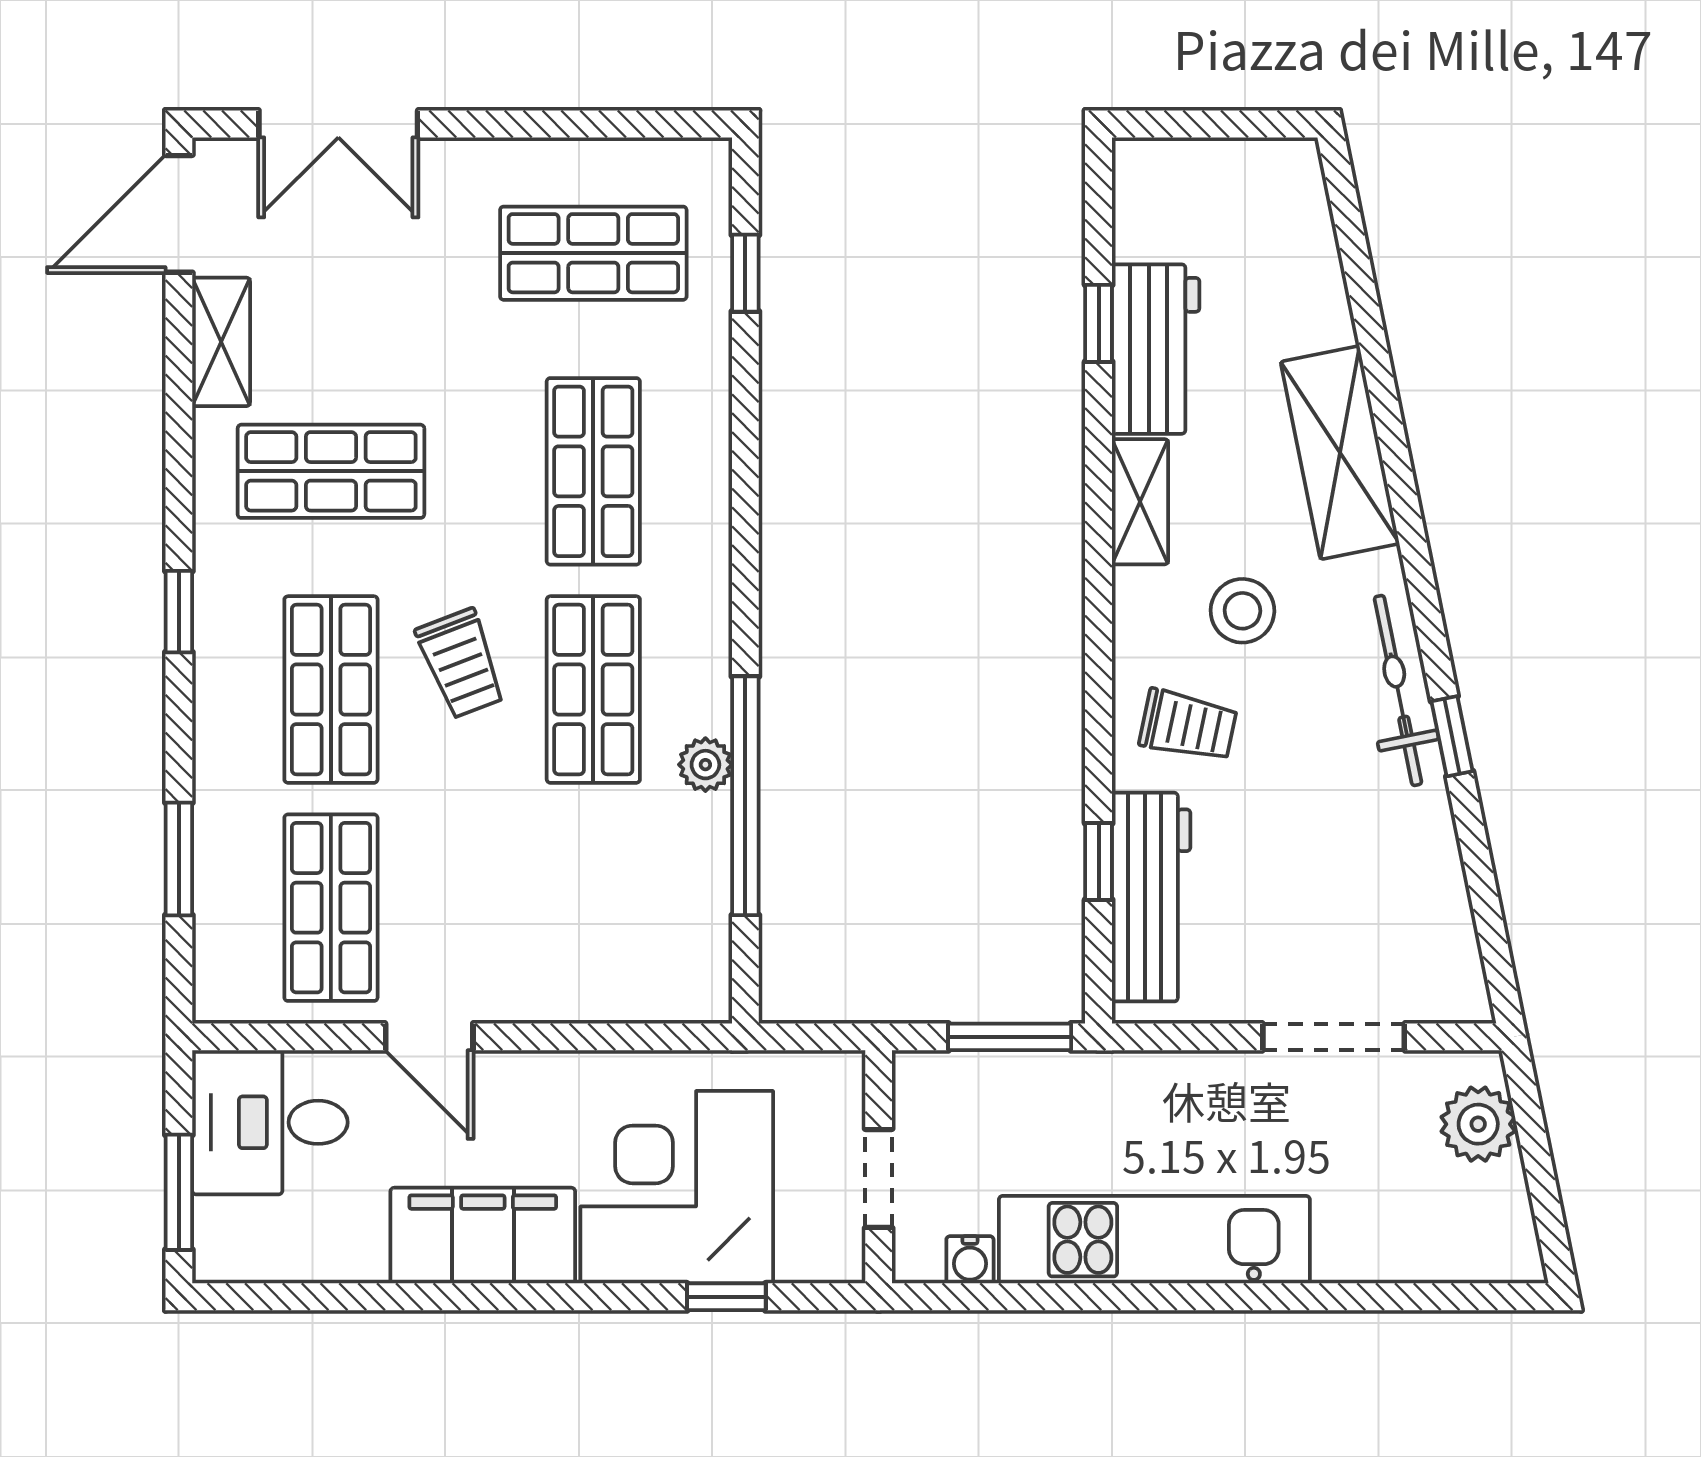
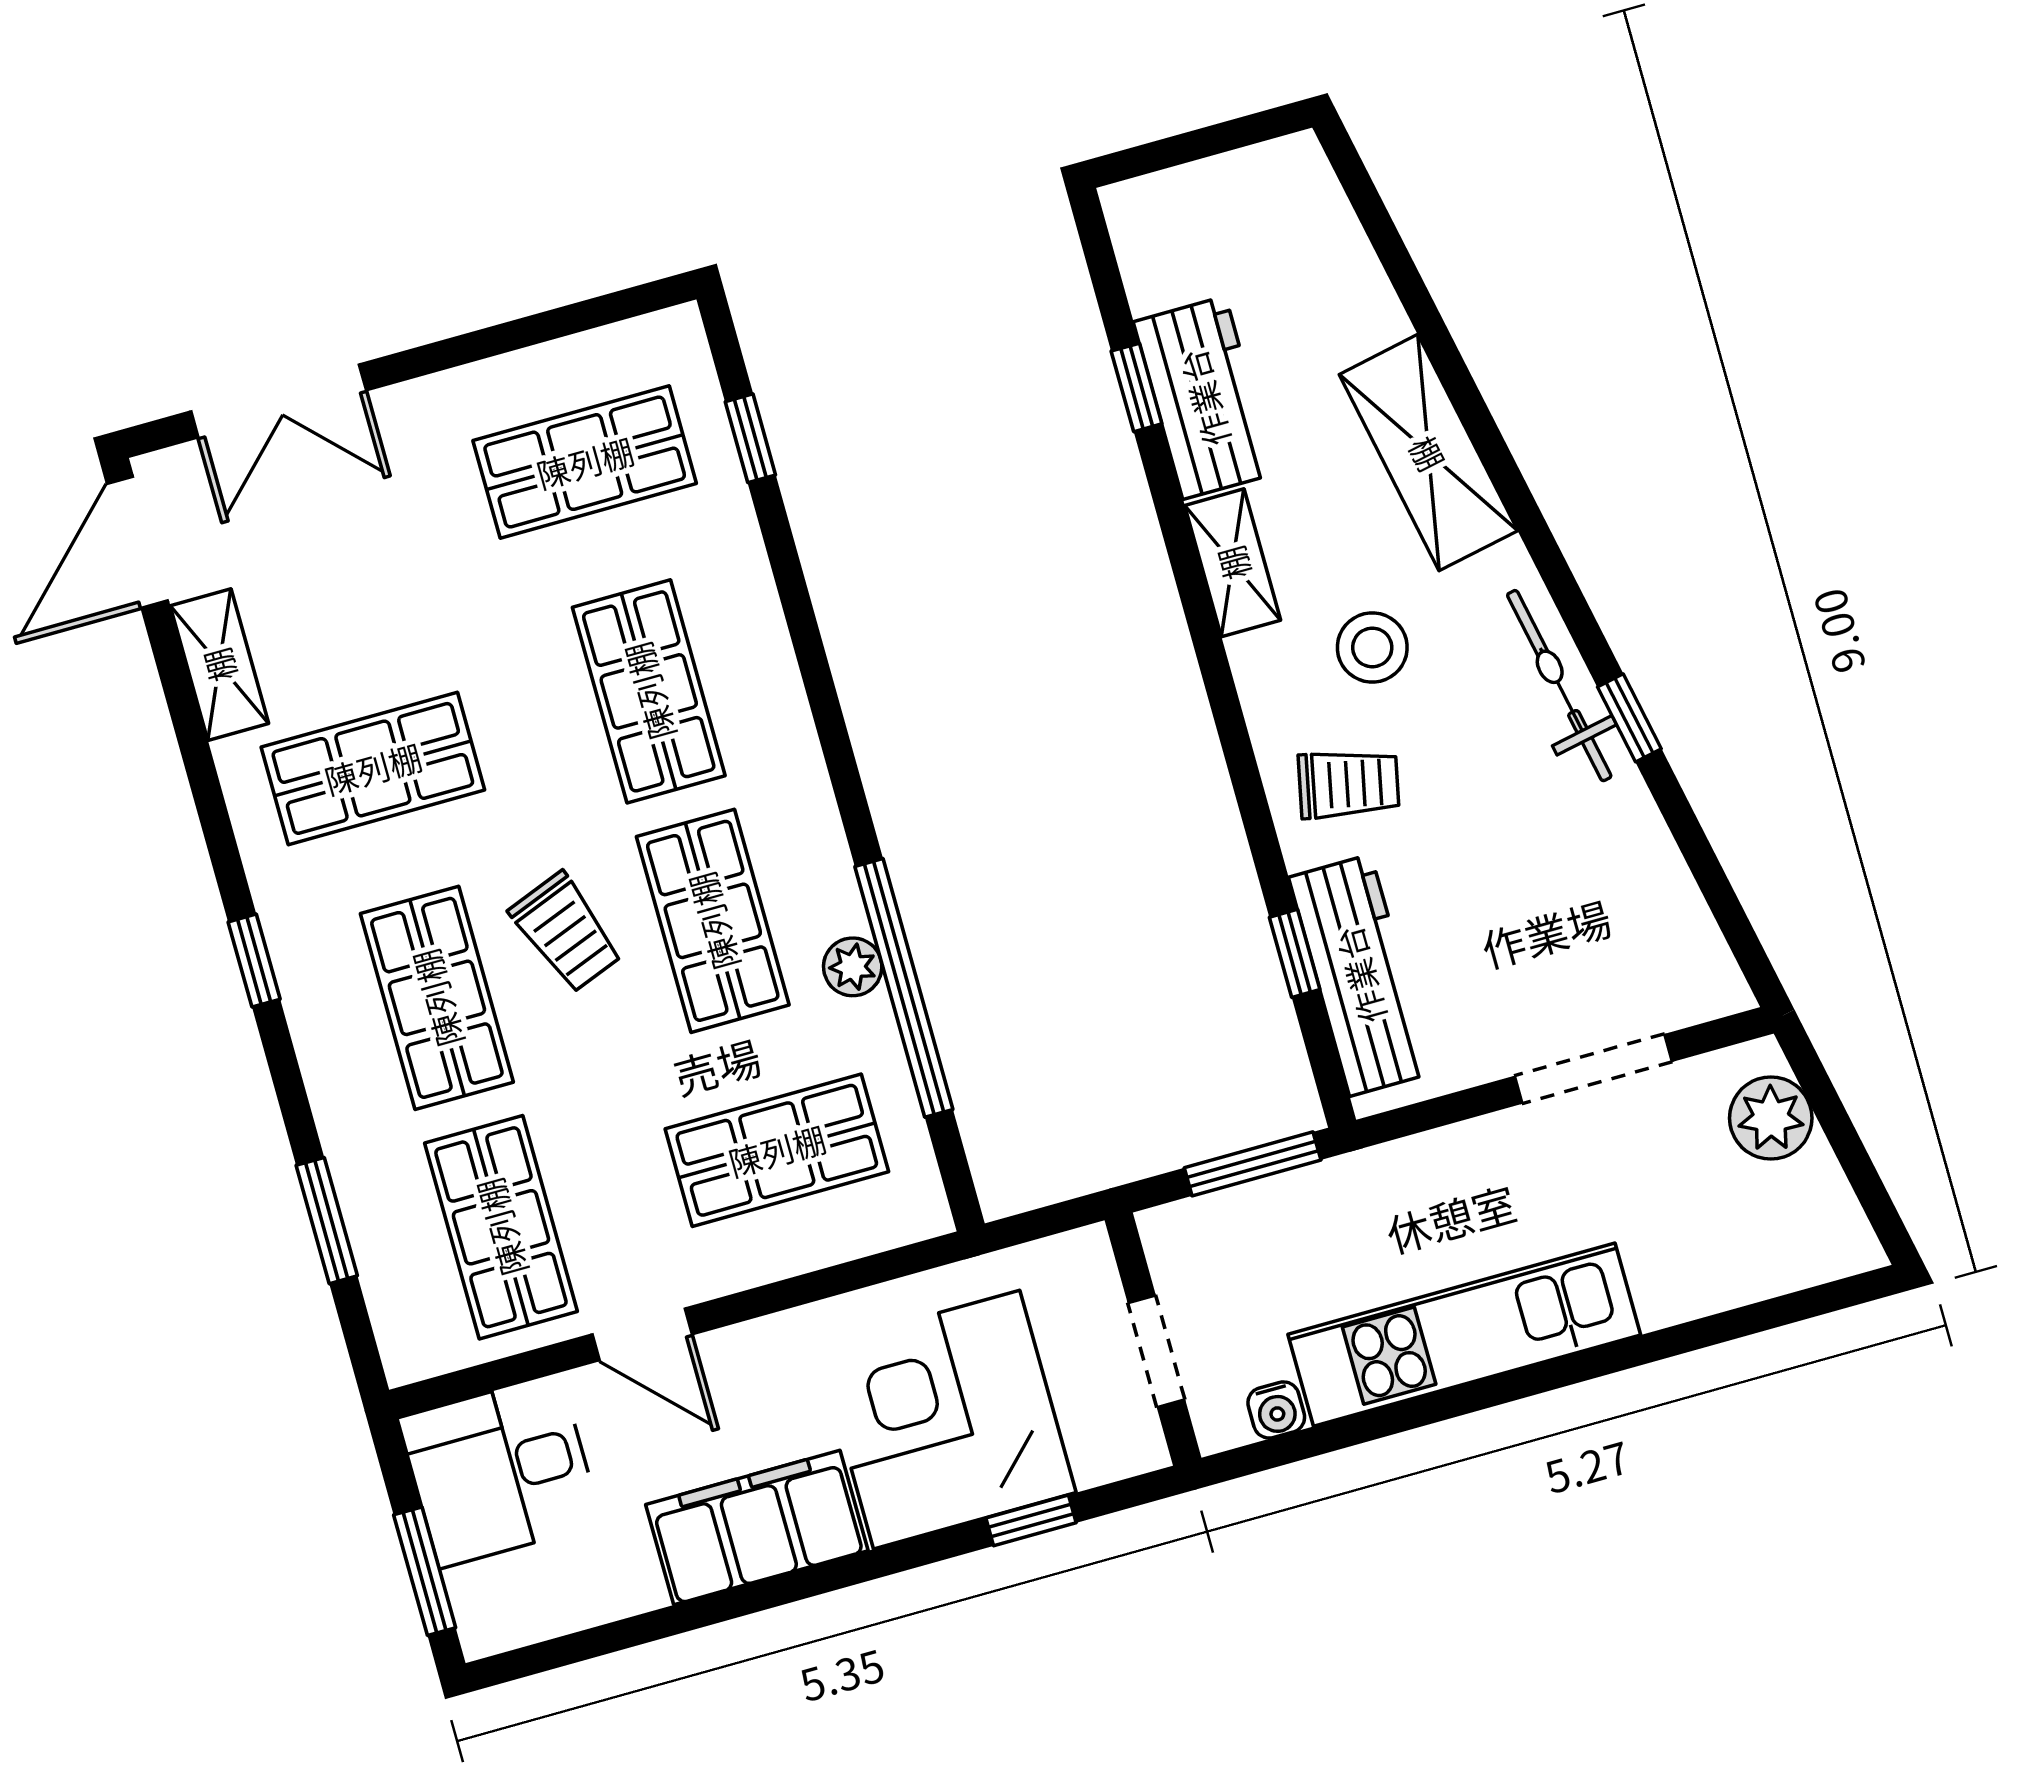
shop shelf: (593, 908) -> (777, 1150), added

